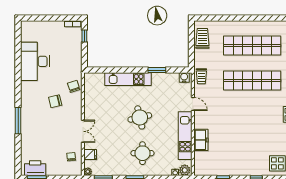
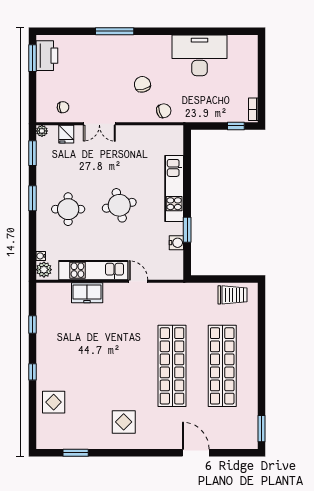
trolley: (201, 76) -> (178, 293), removed
water cooler: (184, 77) -> (176, 243), moved
door: (193, 104) -> (138, 281), swing flipped

